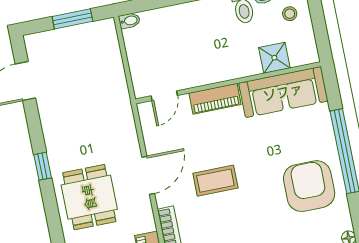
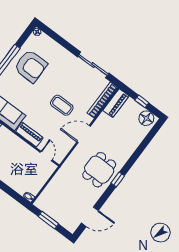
door: (164, 96) -> (46, 156), hinge flipped
armchair: (309, 186) -> (31, 66), turned -90
dining table: (89, 197) -> (99, 170), moved

